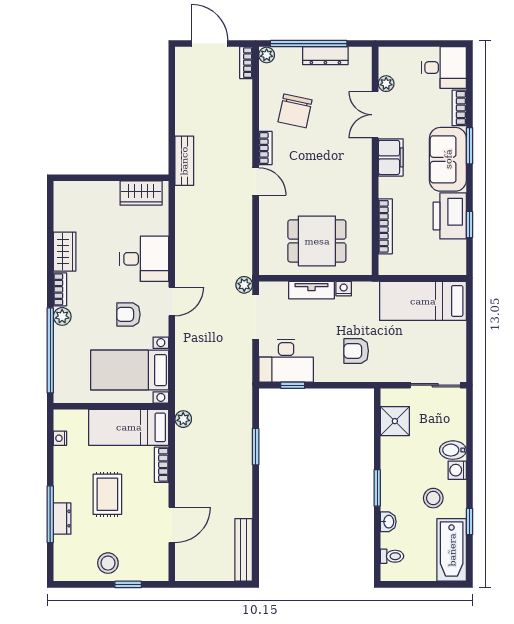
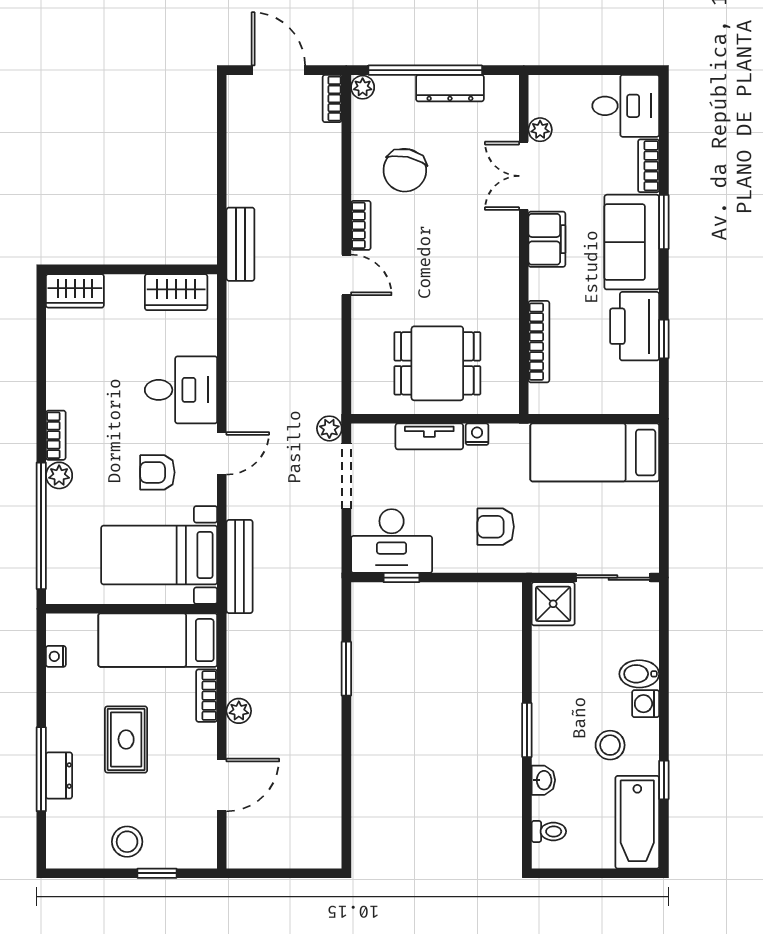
wardrobe: (65, 252) -> (75, 291), moved, turned 90
plant: (183, 419) -> (239, 711), moved
shower: (395, 421) -> (553, 604), moved
bench: (244, 550) -> (240, 567), moved

